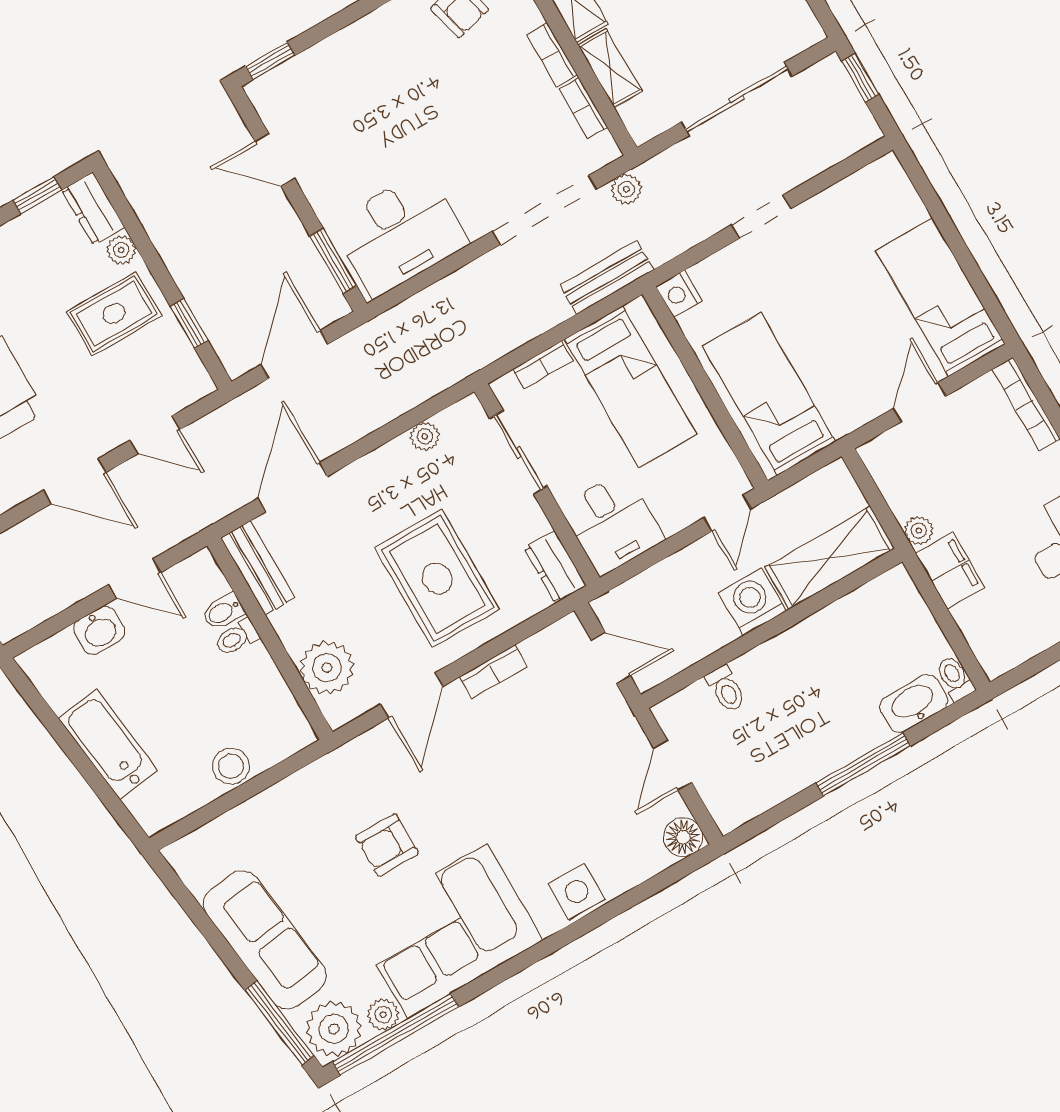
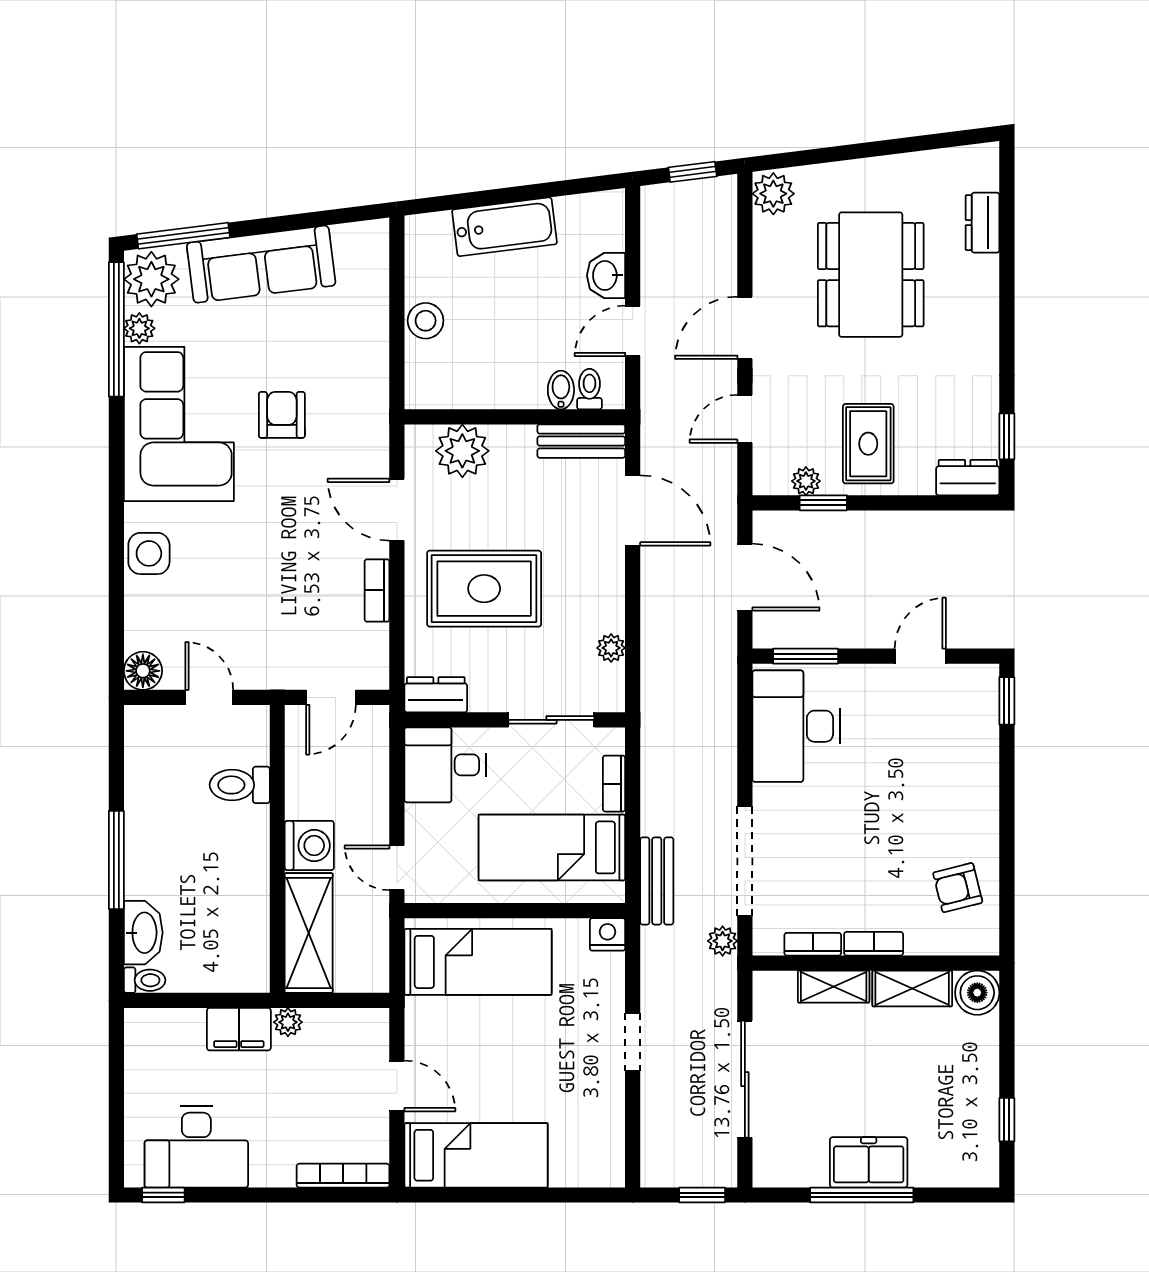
plant: (121, 250) -> (806, 481), moved
toilet: (237, 637) -> (589, 389), moved
toilet: (726, 689) -> (240, 785), width x1.37, depth x1.39

